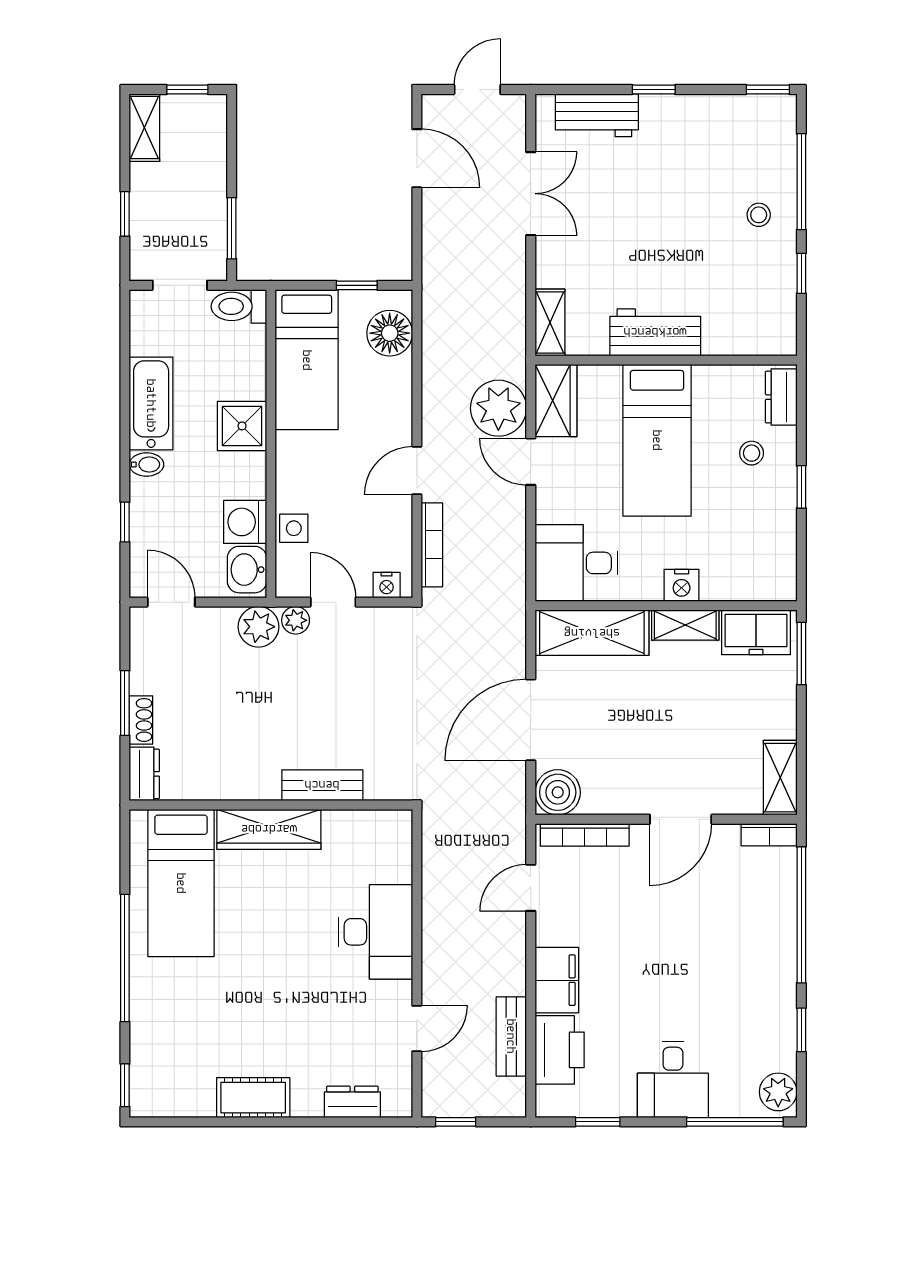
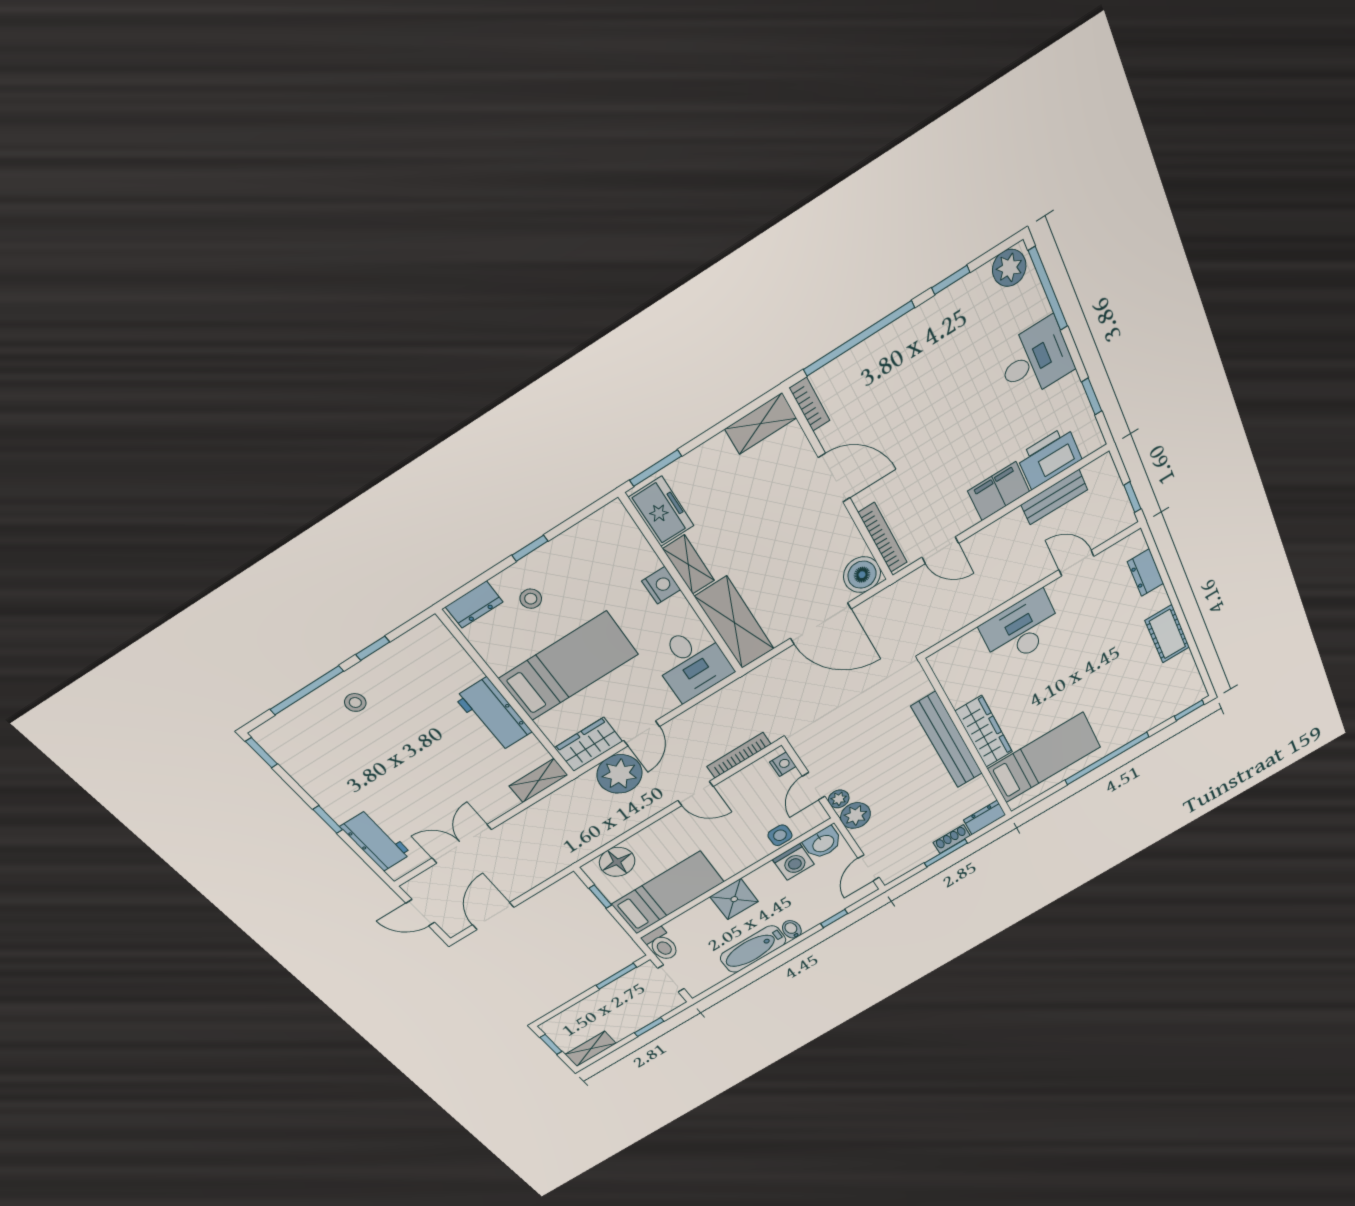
bench: (322, 785) -> (947, 740), width x1.86, depth x1.21

